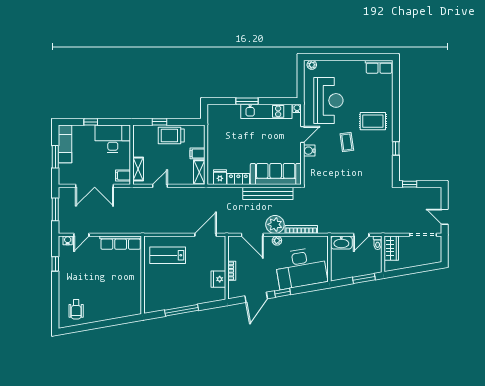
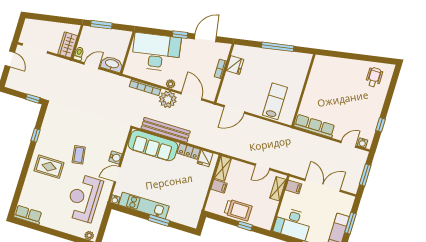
lab bench: (168, 255) -> (275, 101), turned -90

